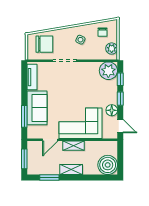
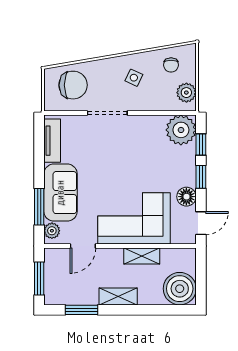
door: (120, 126) -> (201, 223), hinge flipped
plant: (32, 131) -> (52, 231), added
shelving: (74, 146) -> (142, 256), moved

